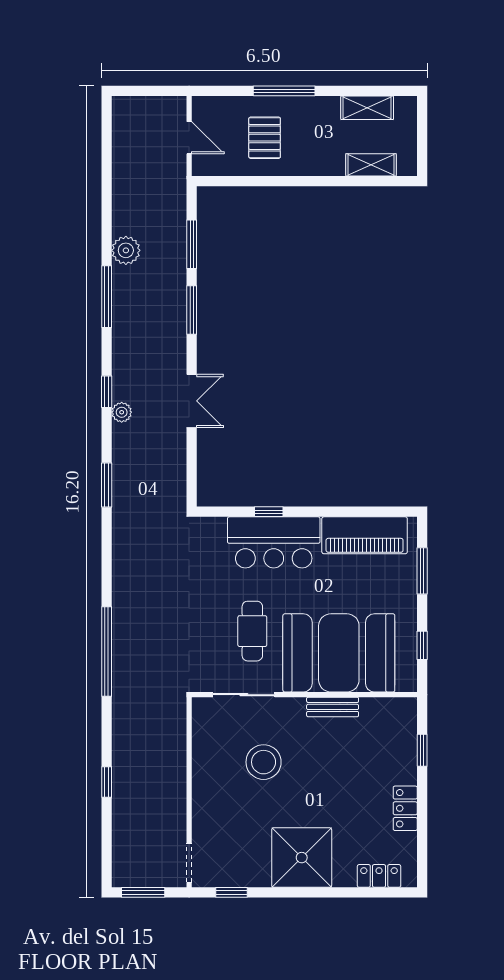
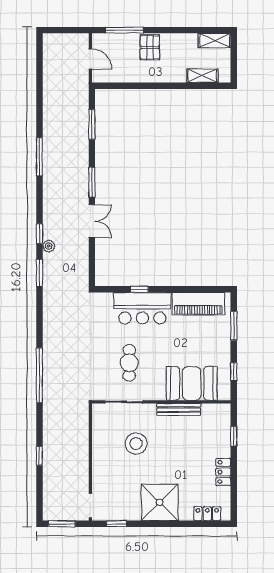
window: (284, 91) -> (124, 30), moved
shelving: (367, 108) -> (215, 40), moved
pallet: (265, 138) -> (150, 47), moved
plant: (126, 250) -> (51, 128), removed
window: (192, 310) -> (92, 182), moved
window: (107, 392) -> (39, 234), moved
plant: (122, 412) -> (49, 246), moved
booth: (339, 653) -> (192, 383), width x0.73, depth x0.70
bench: (333, 707) -> (179, 410), width x1.36

